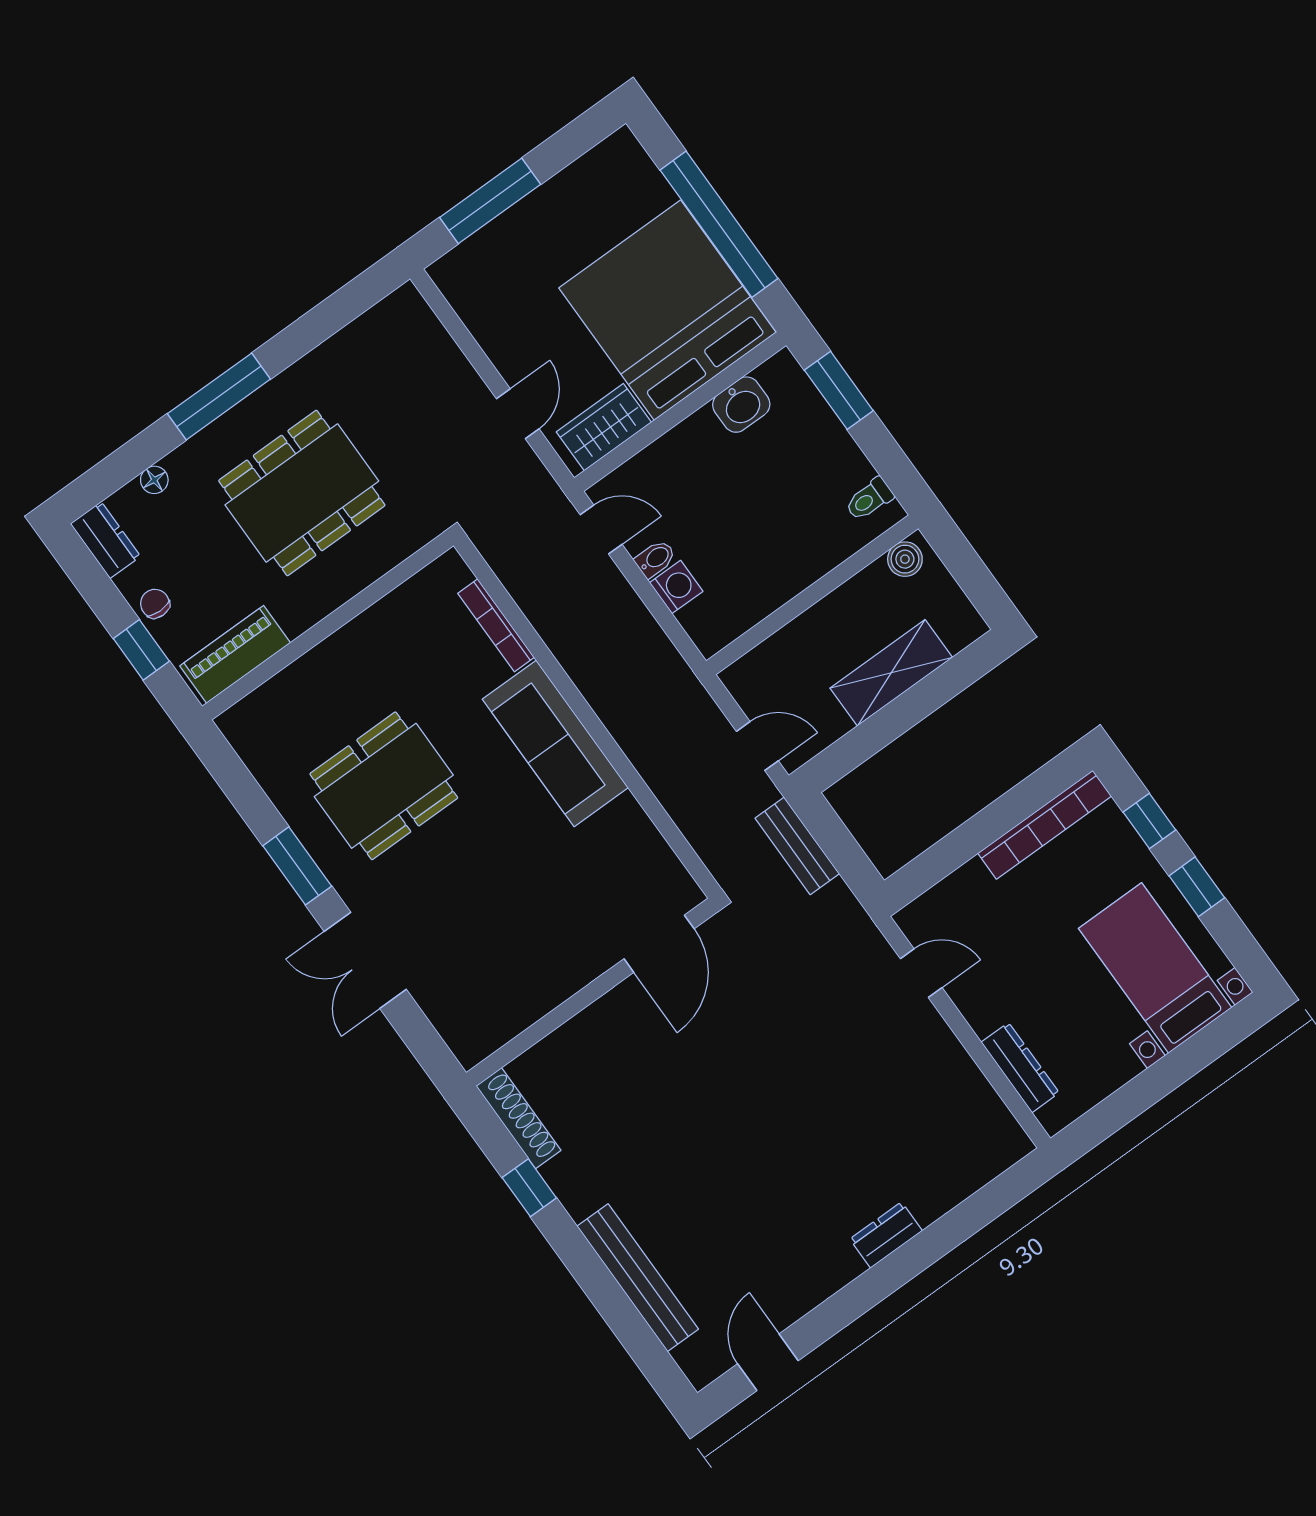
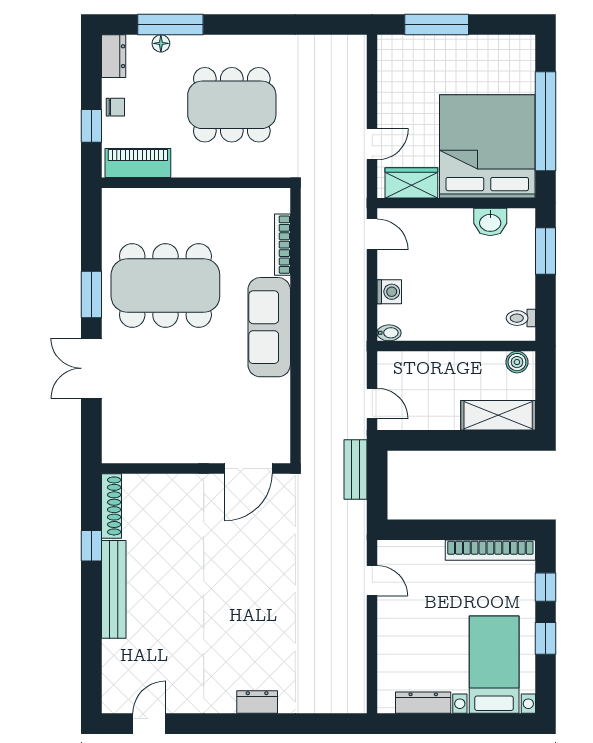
window: (219, 396) -> (170, 24), moved
bidet: (655, 559) -> (389, 333), moved
chair: (155, 604) -> (115, 107), turned 90
shelving: (891, 673) -> (498, 415), moved
dining table: (384, 786) -> (165, 285), width x1.36, depth x1.24
dresser: (1020, 1068) -> (423, 703), moved, turned -90
bench: (638, 1278) -> (114, 589), moved

